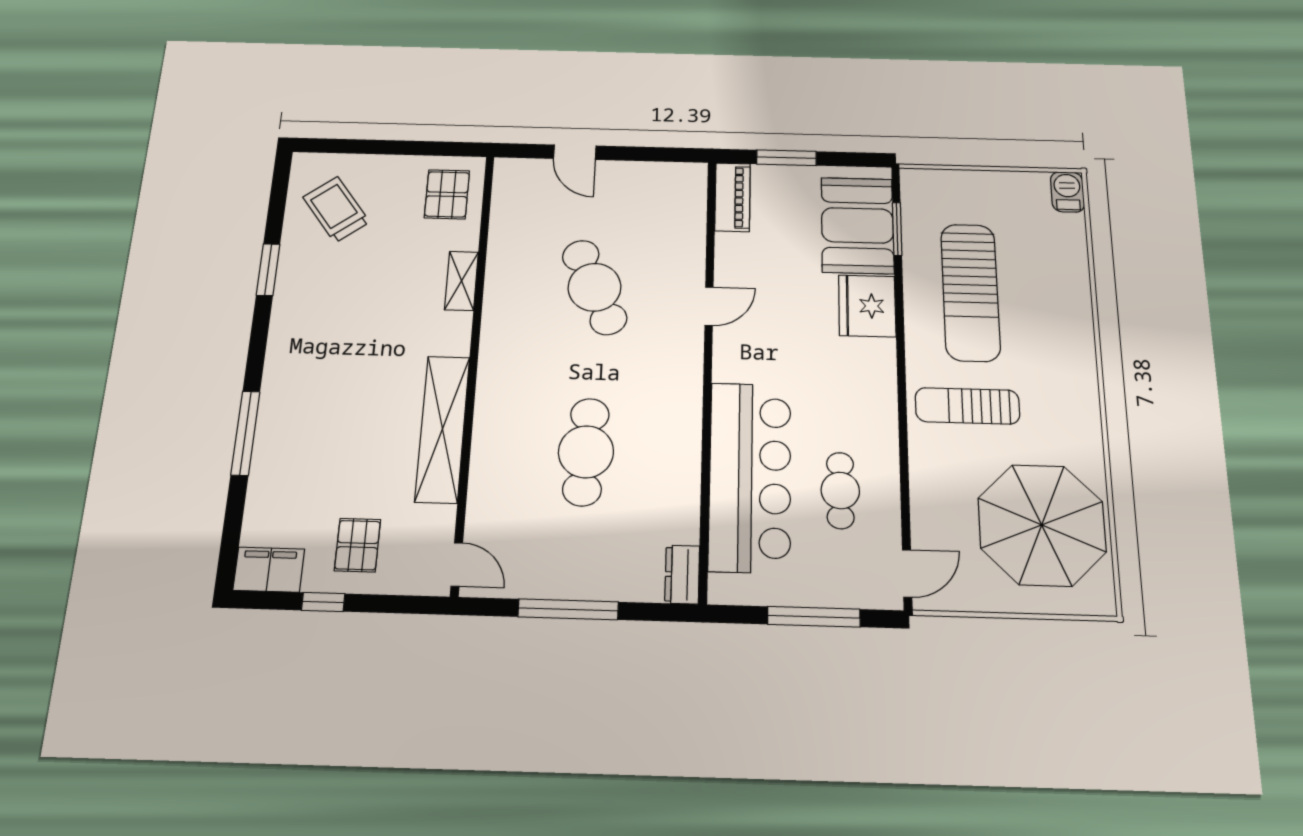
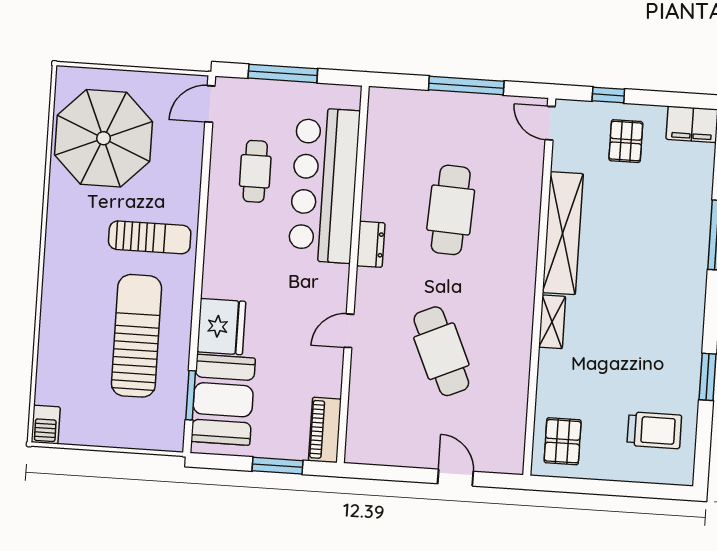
trolley: (336, 210) -> (654, 430), turned -53
shelving: (461, 281) -> (552, 322), moved
dresser: (682, 574) -> (371, 244), moved
window: (323, 602) -> (608, 95), moved

